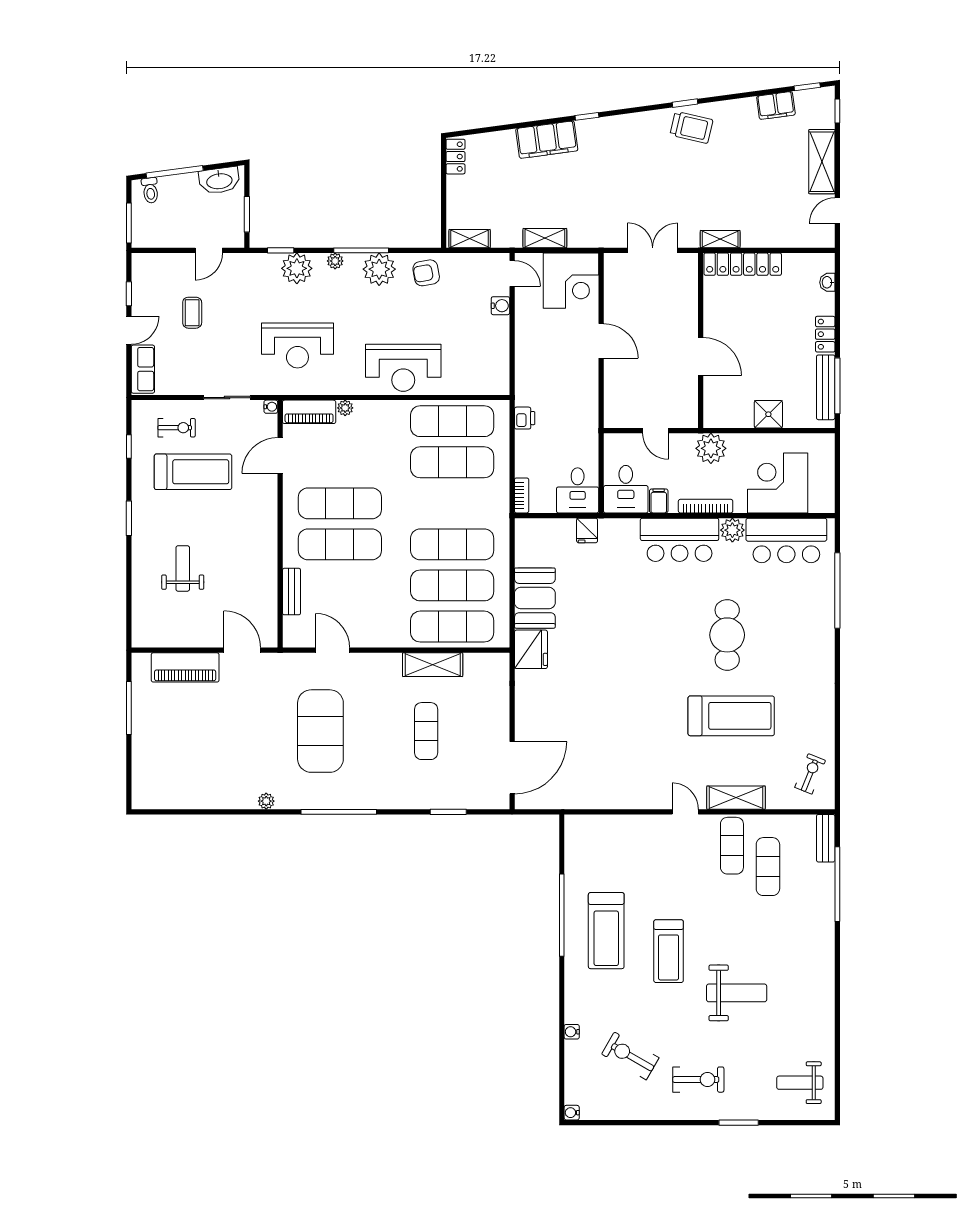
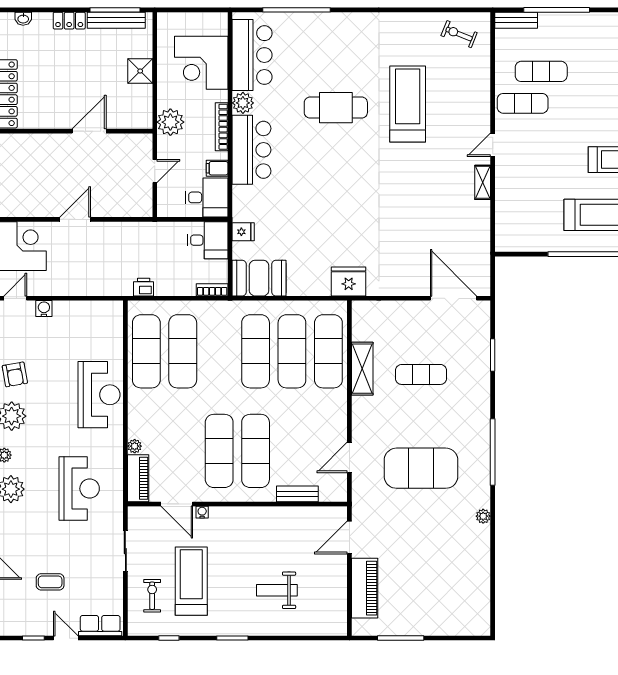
water cooler: (271, 407) -> (202, 512), moved
booth: (535, 598) -> (259, 278), moved
shelving: (736, 798) -> (483, 182), moved, width x0.67, depth x0.75

